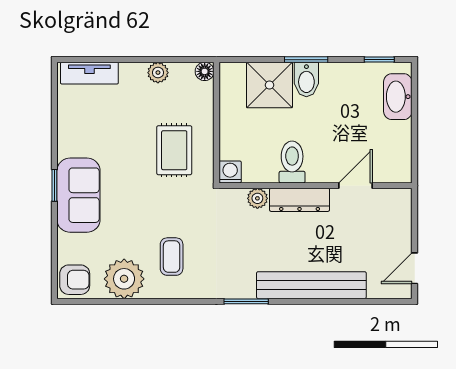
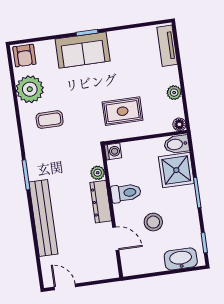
bidet: (306, 79) -> (177, 144), moved
stool: (339, 129) -> (153, 222), added

